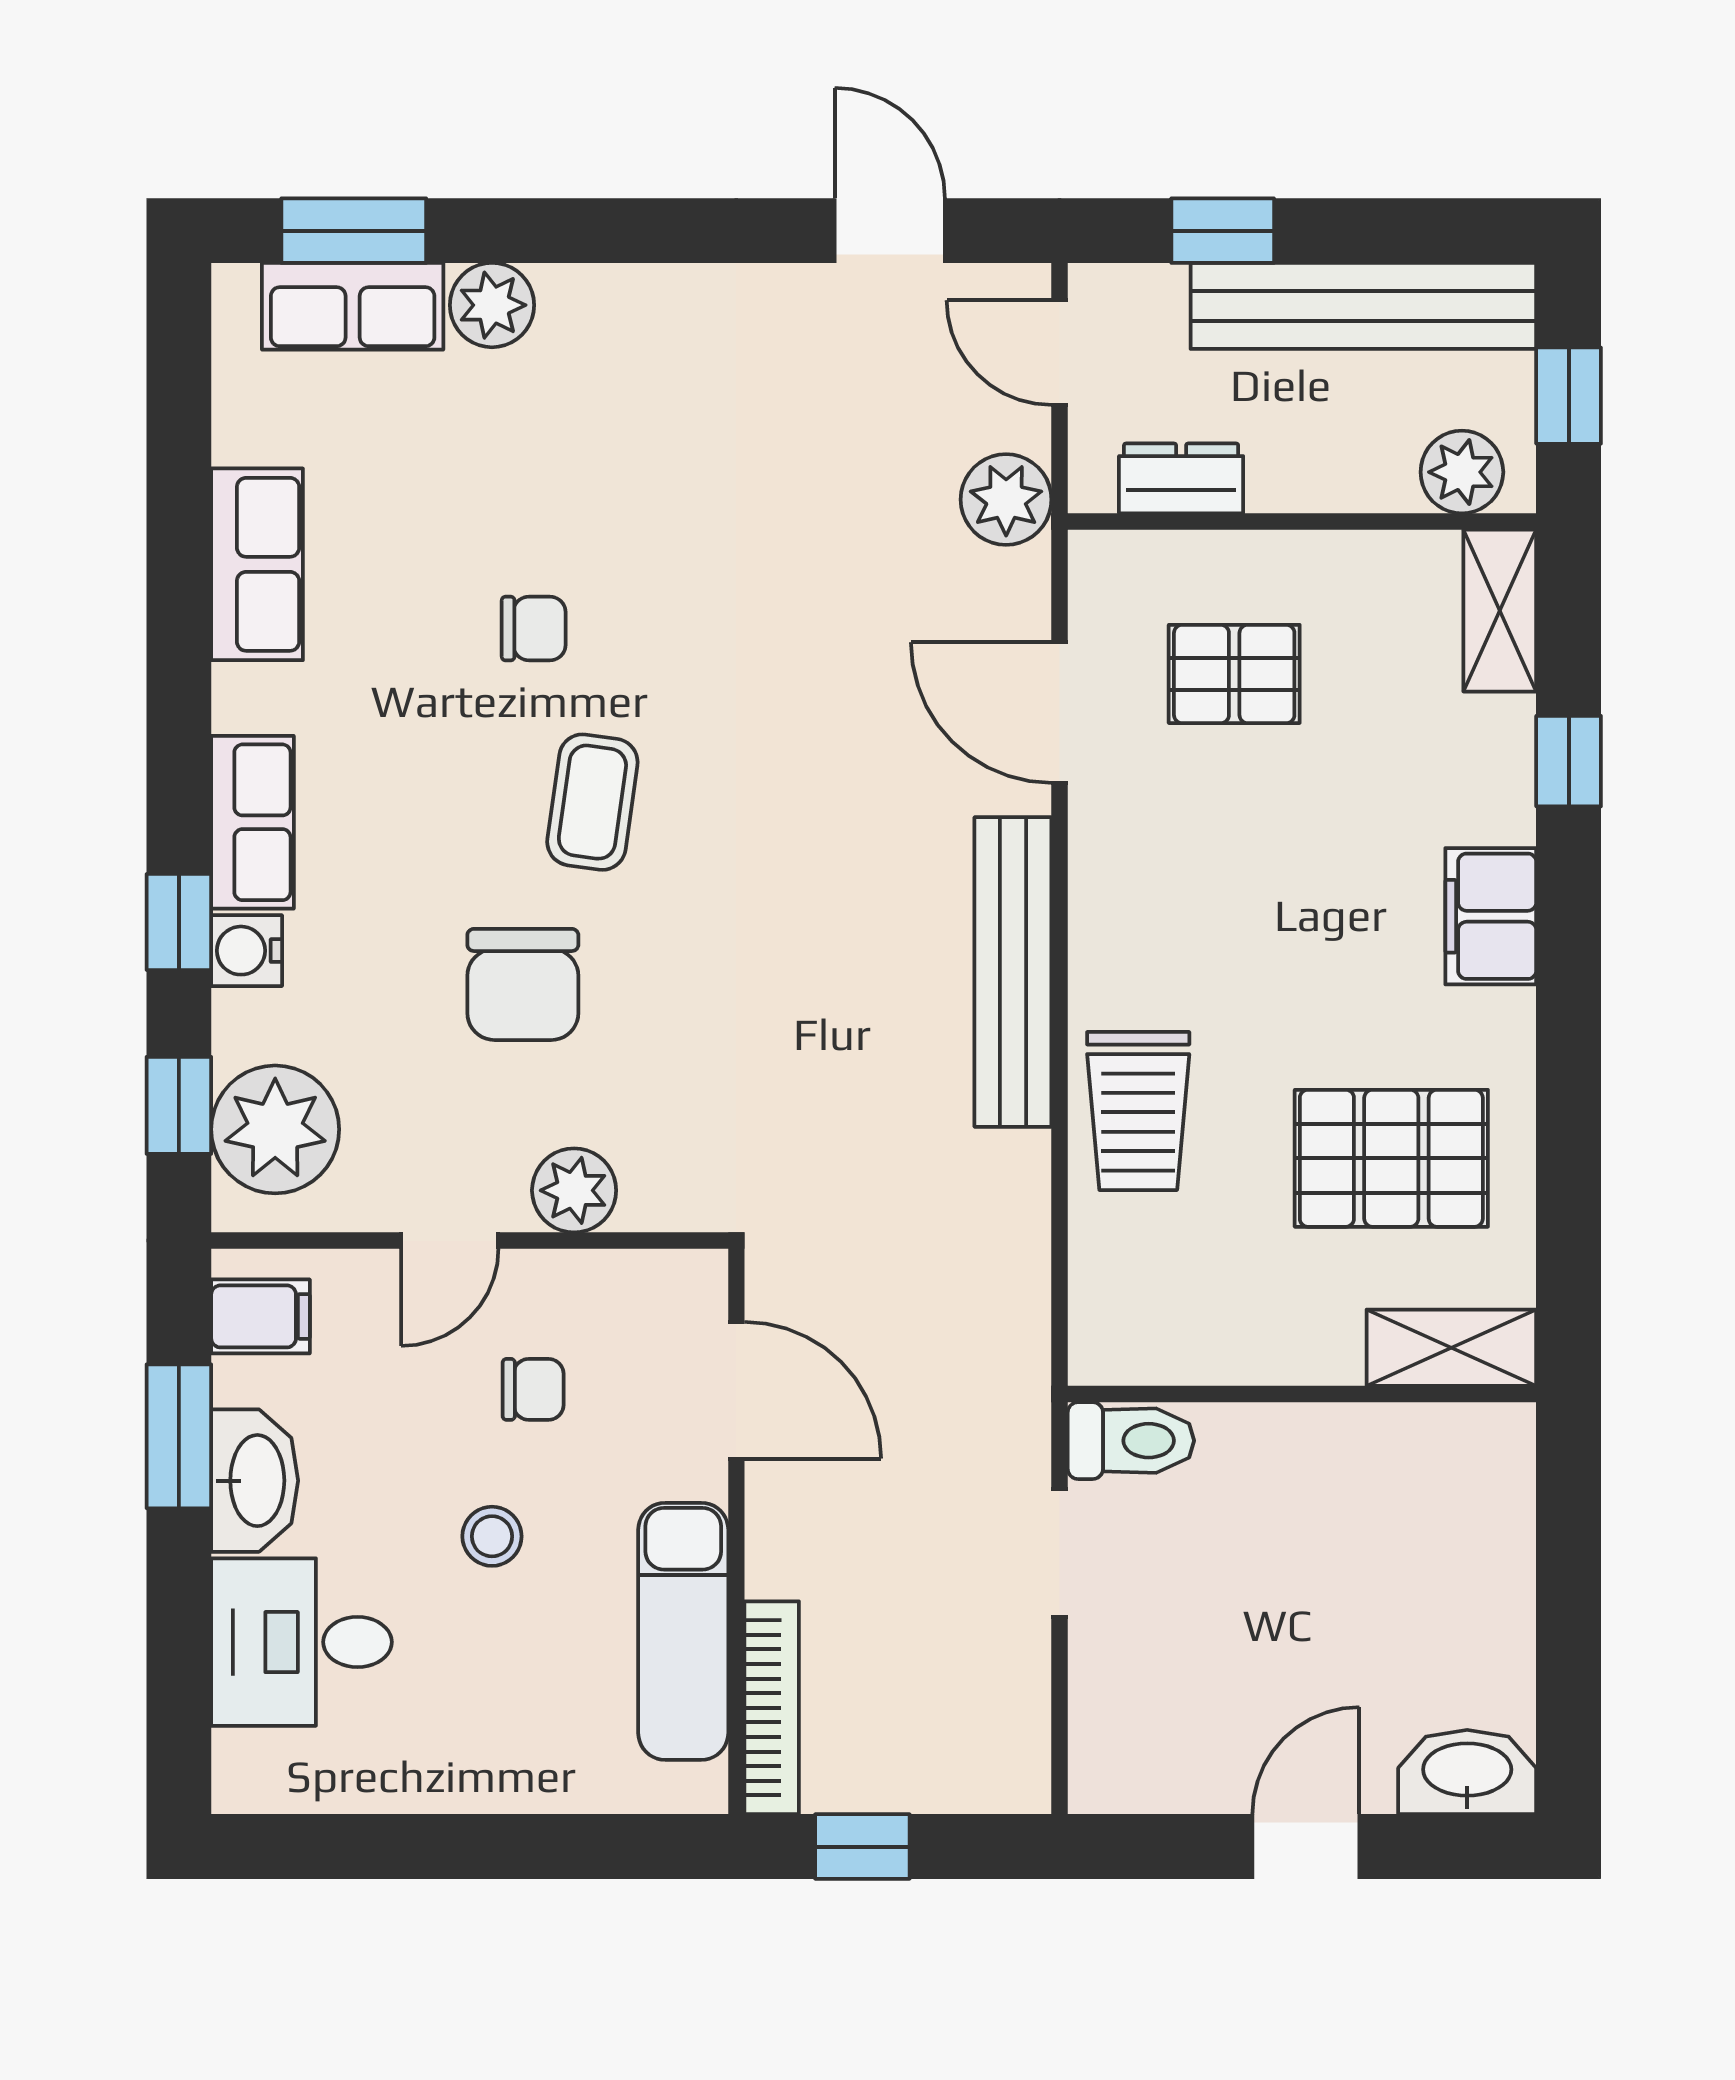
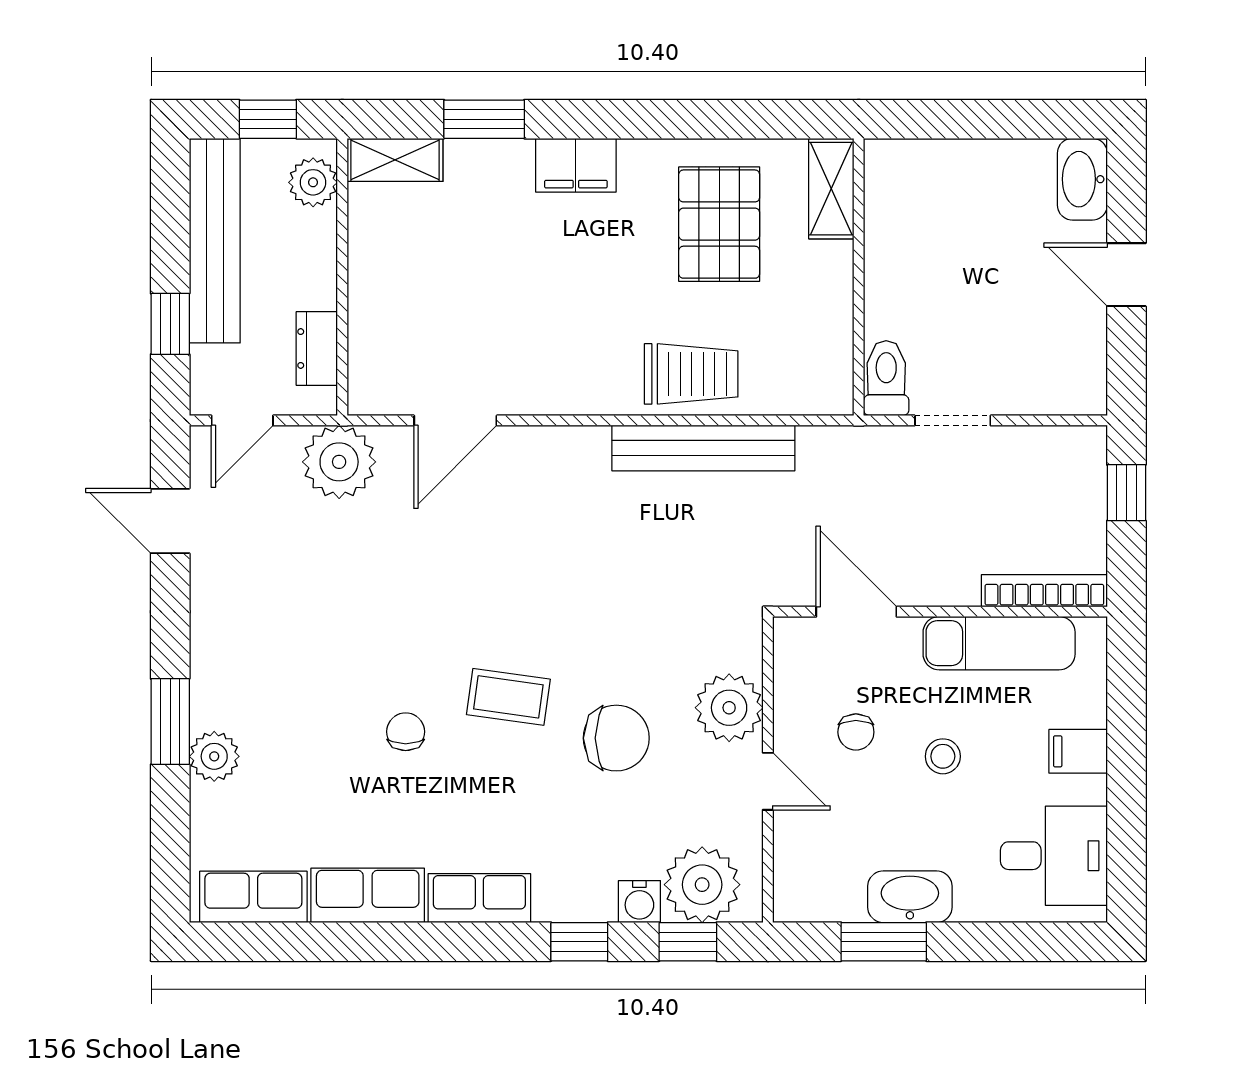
window: (354, 231) -> (170, 722), moved
door: (890, 231) -> (170, 521), hinge flipped
row of seats: (353, 306) -> (253, 897), moved, turned -90
plant: (1006, 500) -> (339, 462), width x1.36, depth x1.36
pallet: (1234, 674) -> (433, 317), removed
window: (1569, 761) -> (484, 119), width x1.50
row of seats: (252, 822) -> (479, 898), moved
water cooler: (247, 951) -> (639, 902), moved
bench: (1013, 972) -> (703, 448), moved
plant: (574, 1190) -> (729, 708), width x1.36, depth x1.36
filing cabinet: (260, 1316) -> (1078, 751), moved, turned -90
chair: (533, 1389) -> (856, 732), turned 180
door: (736, 1390) -> (856, 612), hinge flipped
desk: (301, 1642) -> (1054, 856), moved, turned -90
window: (862, 1847) -> (1126, 493), moved

